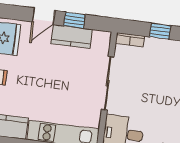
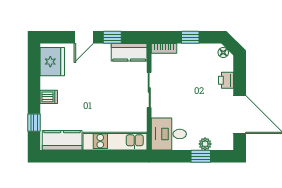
kitchen counter: (72, 37) -> (129, 52), moved
sliding door: (108, 83) -> (149, 90), width x0.73

